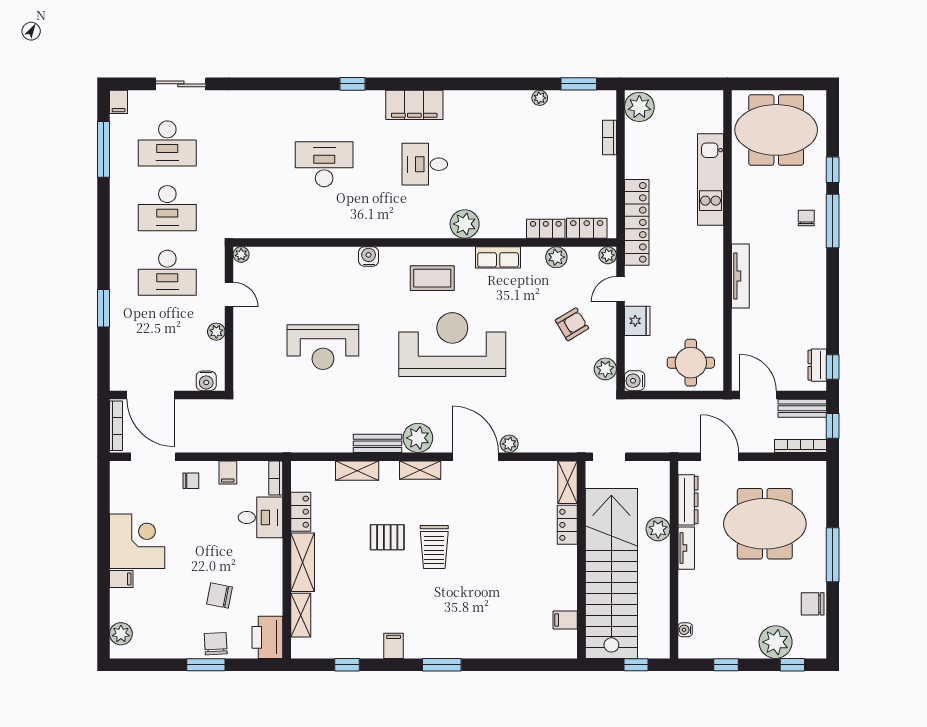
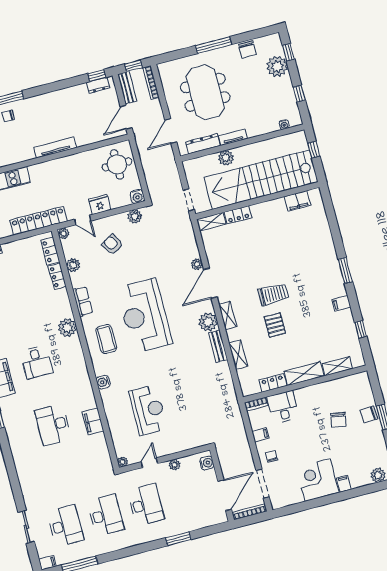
filing cabinet: (313, 226) -> (93, 421), added
reception desk: (323, 347) -> (148, 410), moved
filing cabinet: (565, 620) -> (297, 201), width x2.00
printer: (267, 637) -> (357, 383), removed

